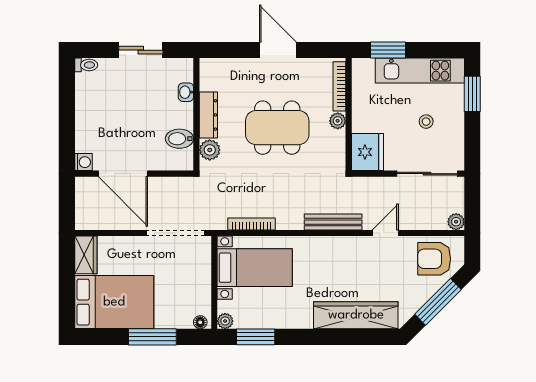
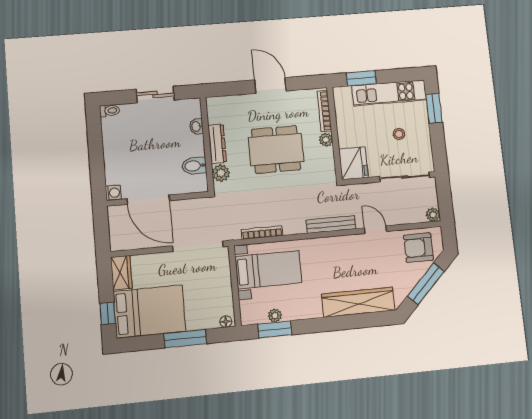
door: (385, 233) -> (375, 230), hinge flipped
window: (67, 300) -> (108, 313), added
plant: (225, 321) -> (275, 316), moved

